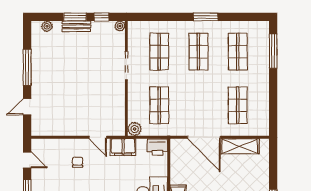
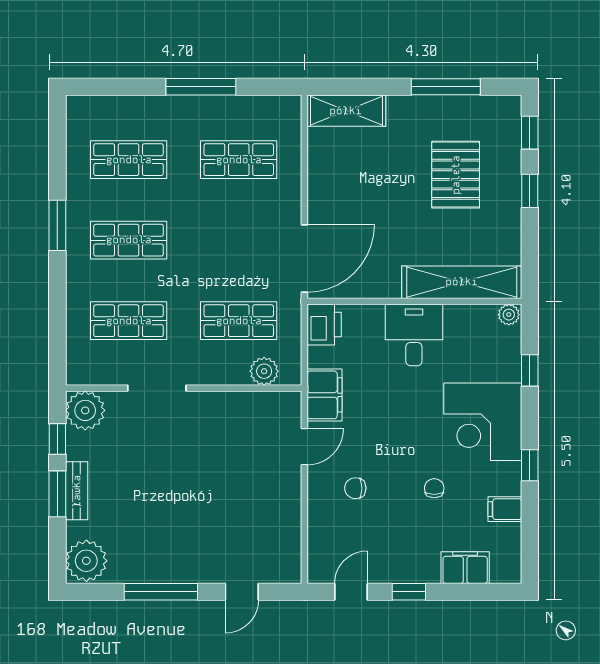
plant: (47, 26) -> (86, 561), width x1.88, depth x1.88
plant: (120, 26) -> (85, 410), width x1.88, depth x1.88
window: (273, 51) -> (201, 87), moved
door: (27, 107) -> (242, 592), hinge flipped
plant: (135, 129) -> (264, 371), moved
door: (204, 137) -> (304, 259), moved
shelving: (240, 146) -> (346, 111), moved, turned 90

